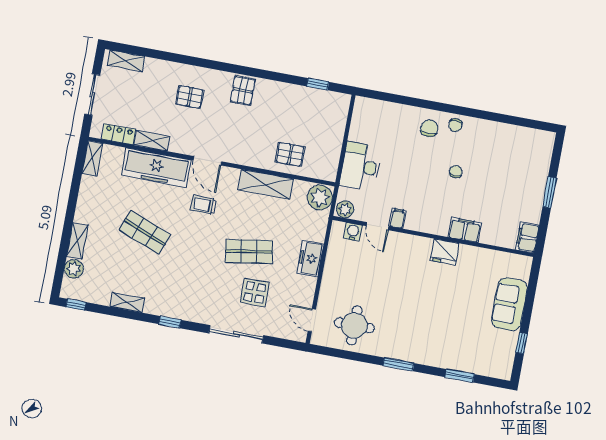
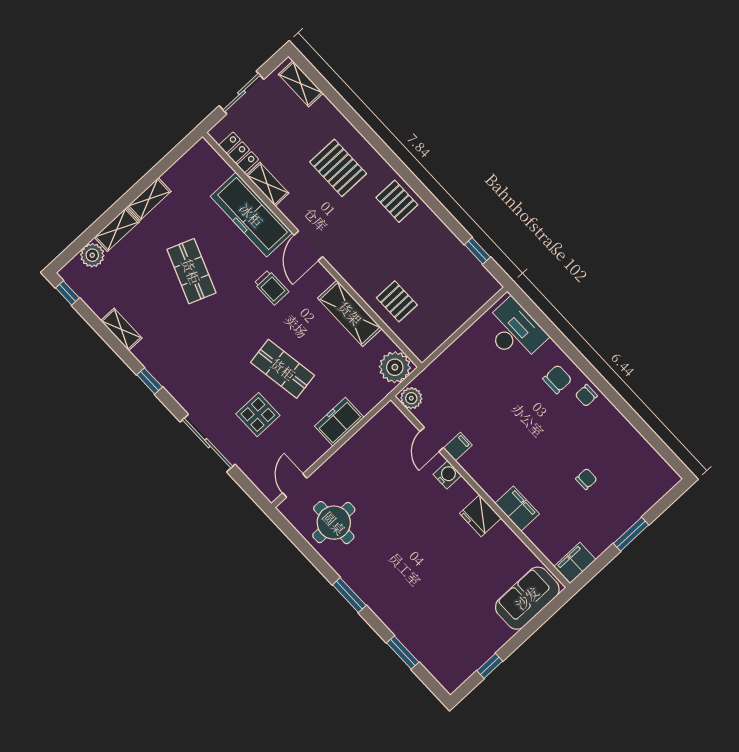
pallet: (243, 90) -> (397, 201), turned 90
pallet: (190, 97) -> (338, 168), width x1.50, depth x1.42
shelving: (92, 159) -> (149, 199), moved
desk: (361, 166) -> (514, 331), moved, turned 90
chair: (456, 172) -> (586, 479), moved
trolley: (203, 205) -> (271, 287), turned 180
water cooler: (353, 232) -> (447, 475), moved
sofa: (509, 304) -> (527, 598), moved

